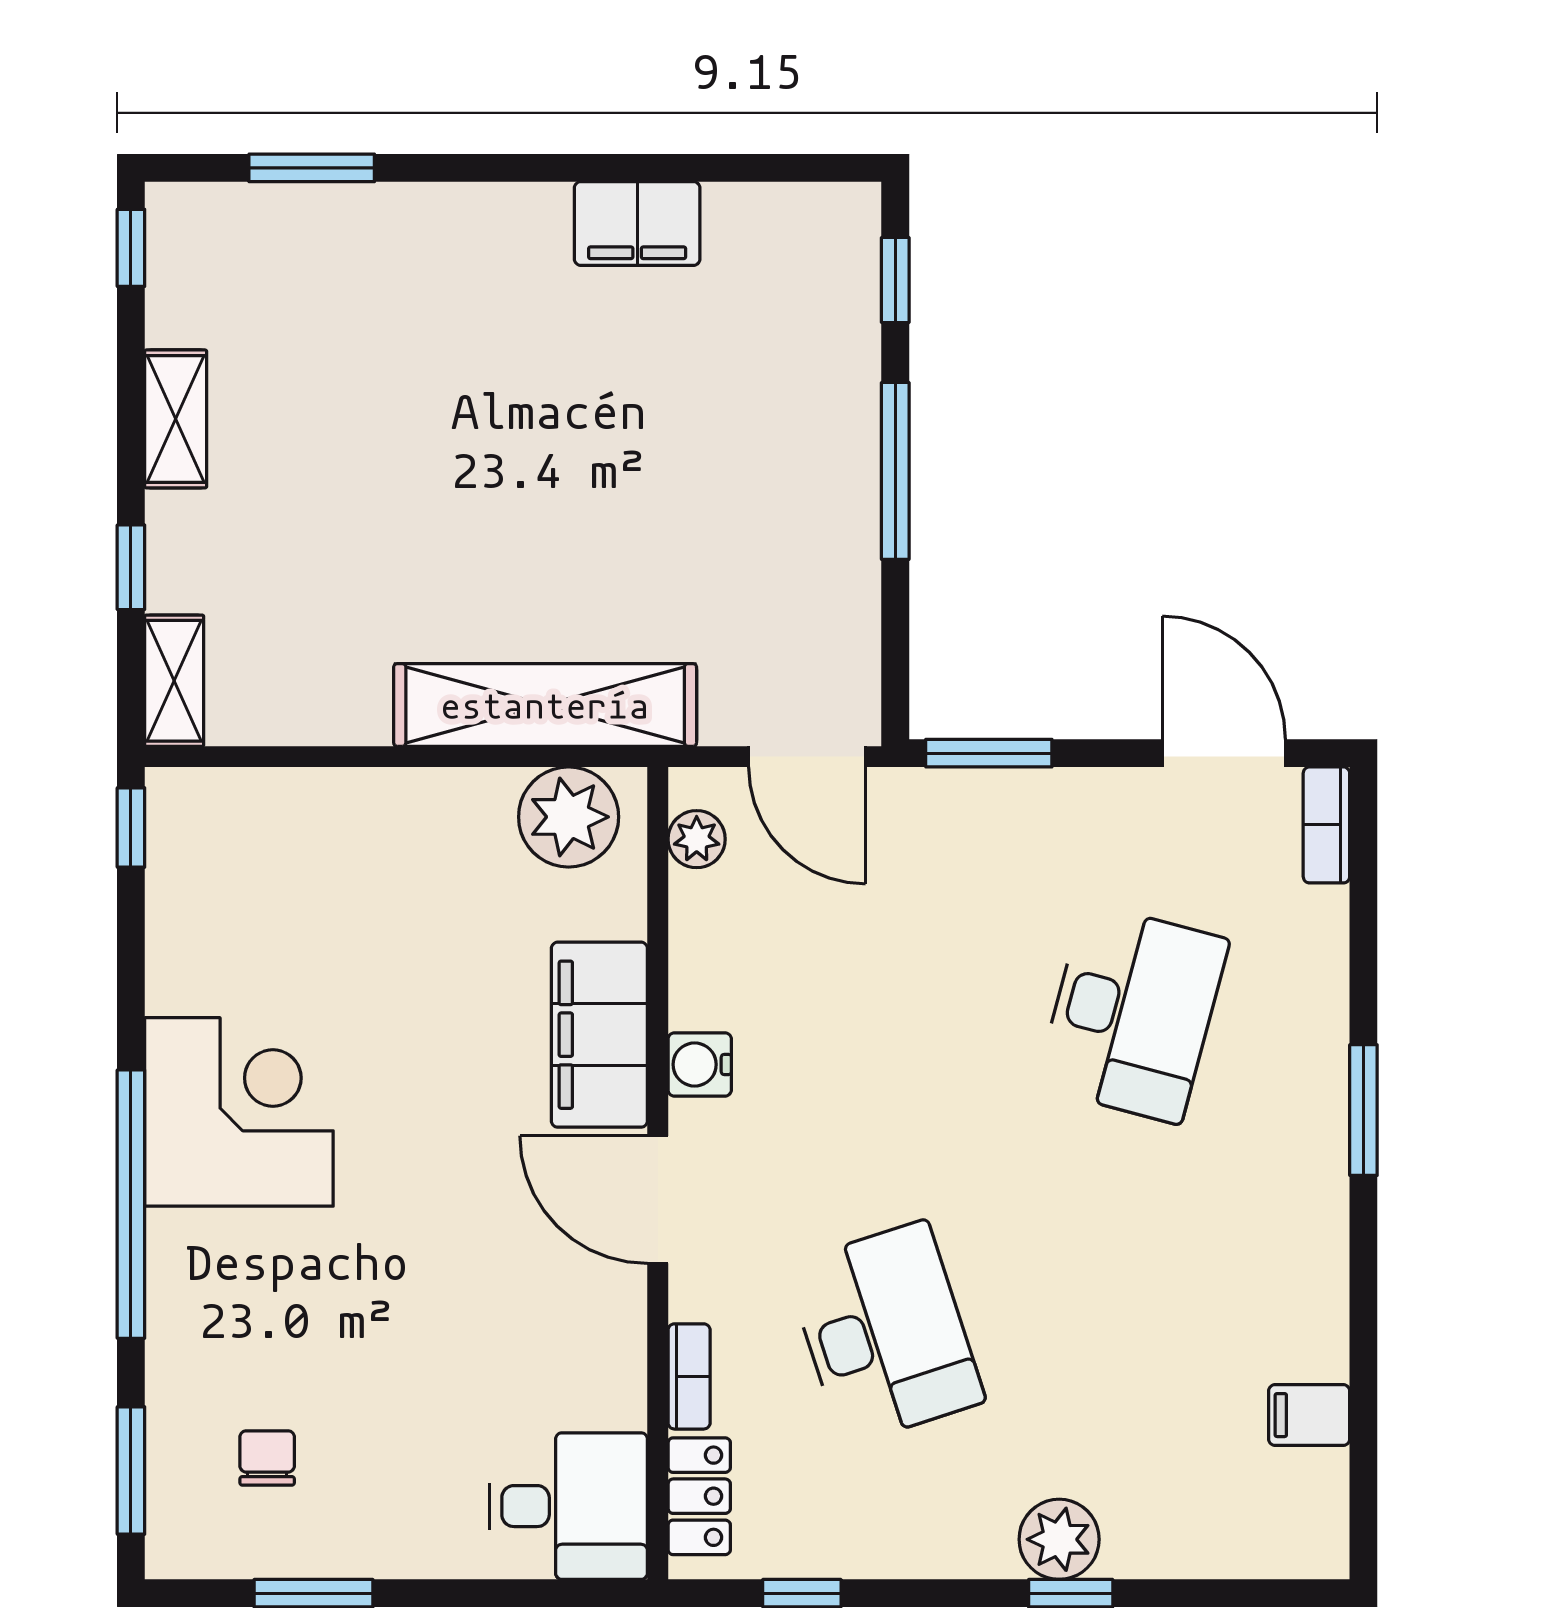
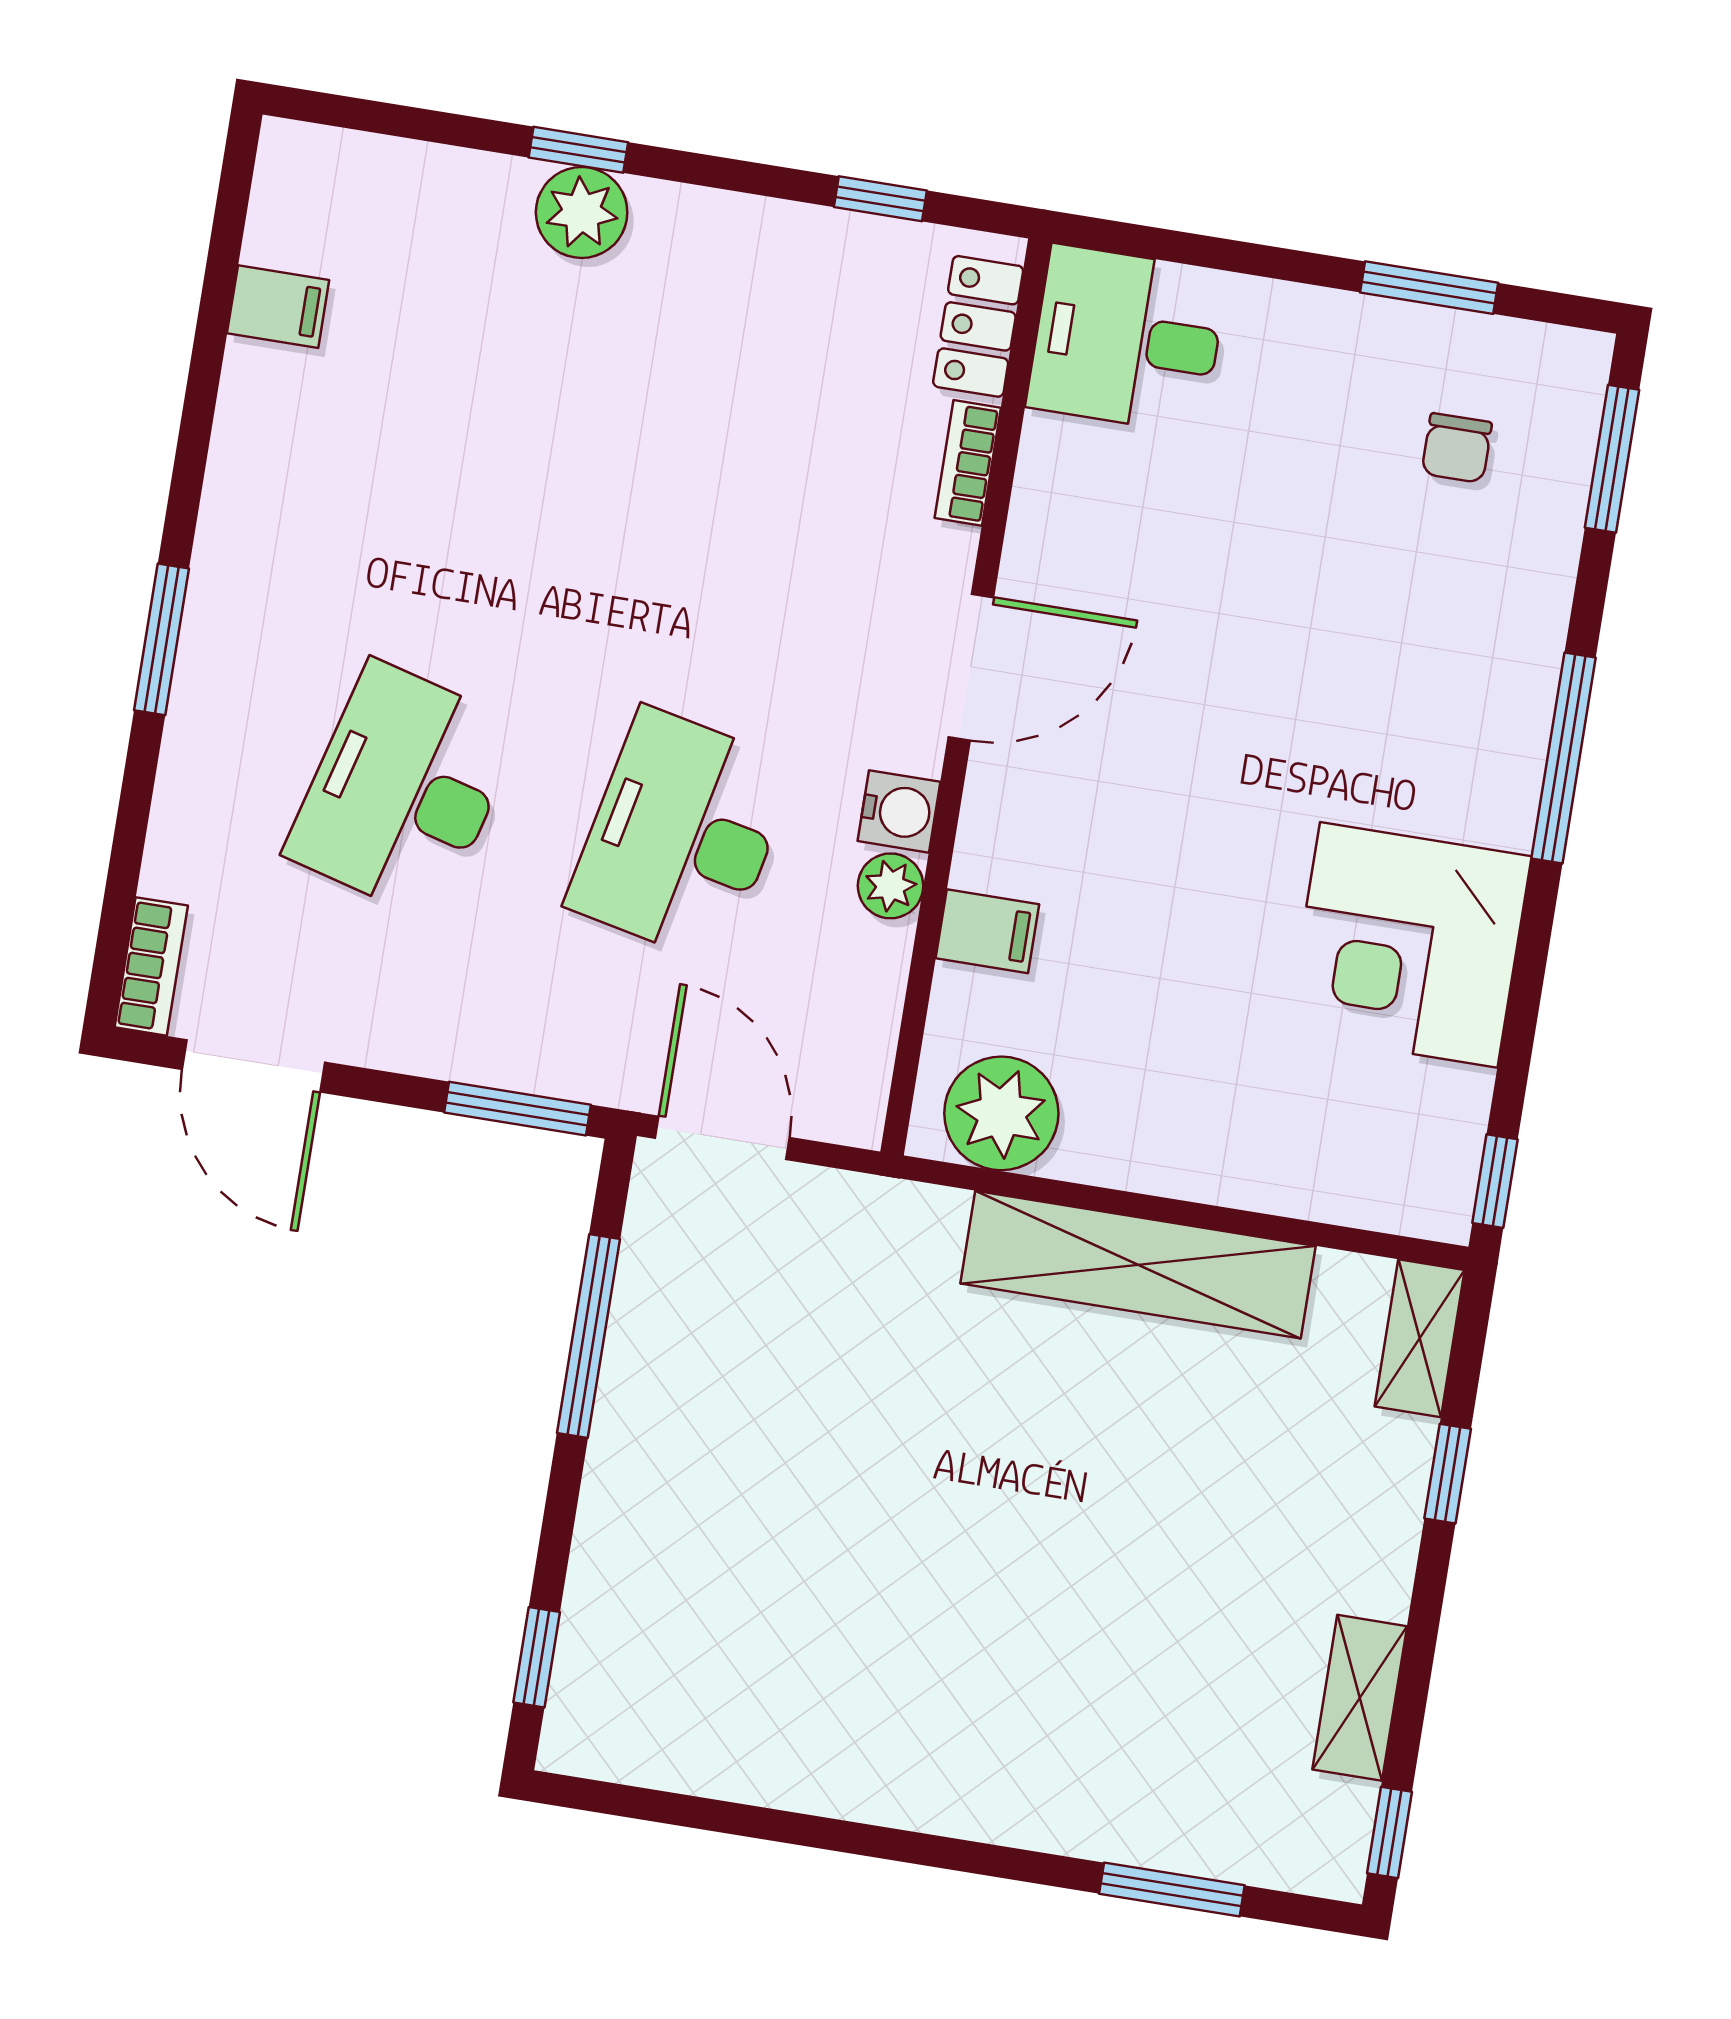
filing cabinet: (637, 223) -> (816, 1768), removed
shelving: (176, 419) -> (1360, 1698), moved
window: (895, 471) -> (589, 1336), moved
shelving: (545, 705) -> (1138, 1265), moved
plant: (697, 839) -> (891, 886), moved
filing cabinet: (599, 1035) -> (987, 931), width x0.33, depth x0.86
corner desk: (239, 1112) -> (1409, 945), moved
door: (658, 1200) -> (971, 667), hinge flipped
window: (131, 1204) -> (1564, 758), width x0.68
desk: (885, 1333) -> (681, 835), moved, turned 30

